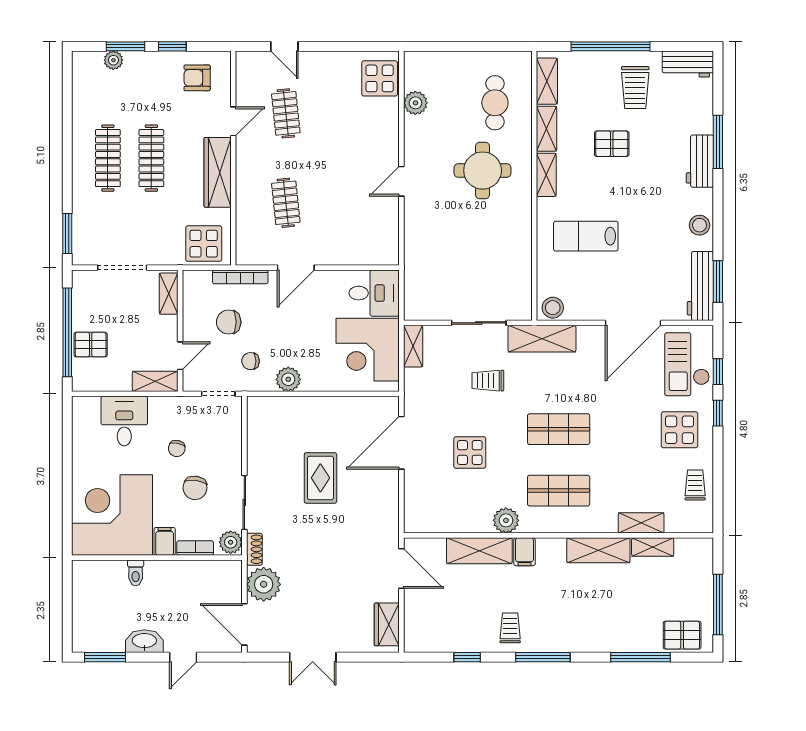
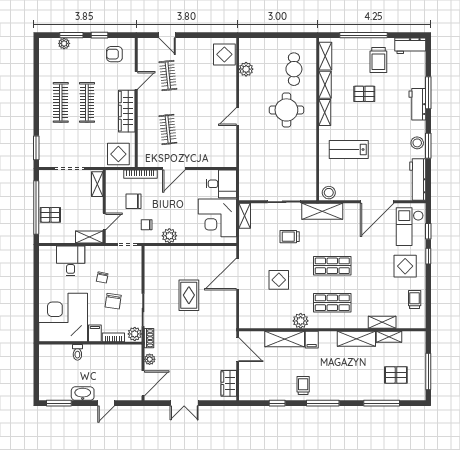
window: (718, 281) -> (428, 146), moved
plant: (264, 584) -> (150, 359), width x0.53, depth x0.53
door: (244, 624) -> (143, 383), swing flipped
pallet: (682, 635) -> (396, 375), moved

